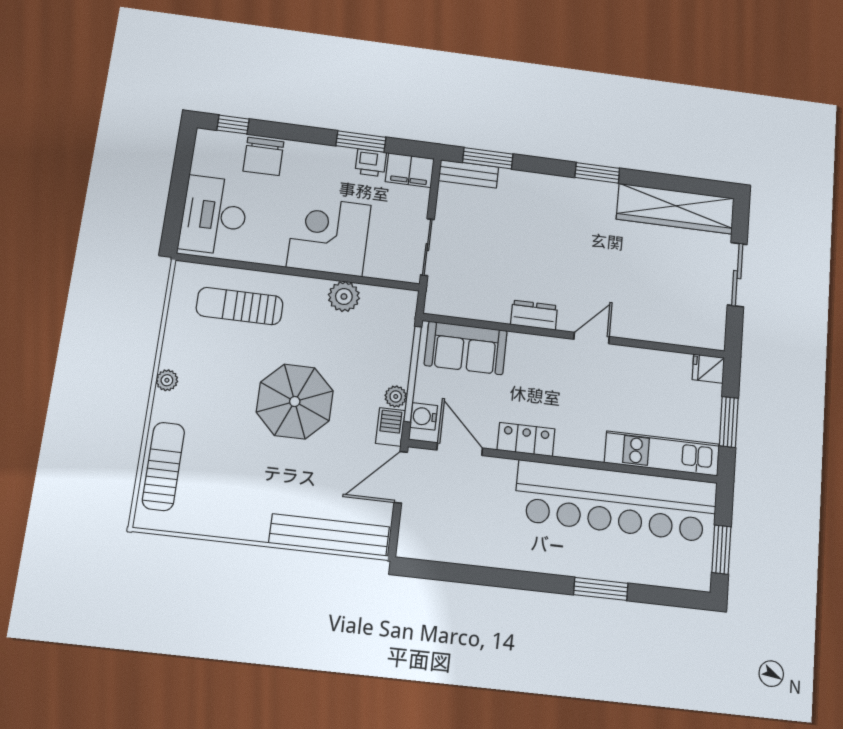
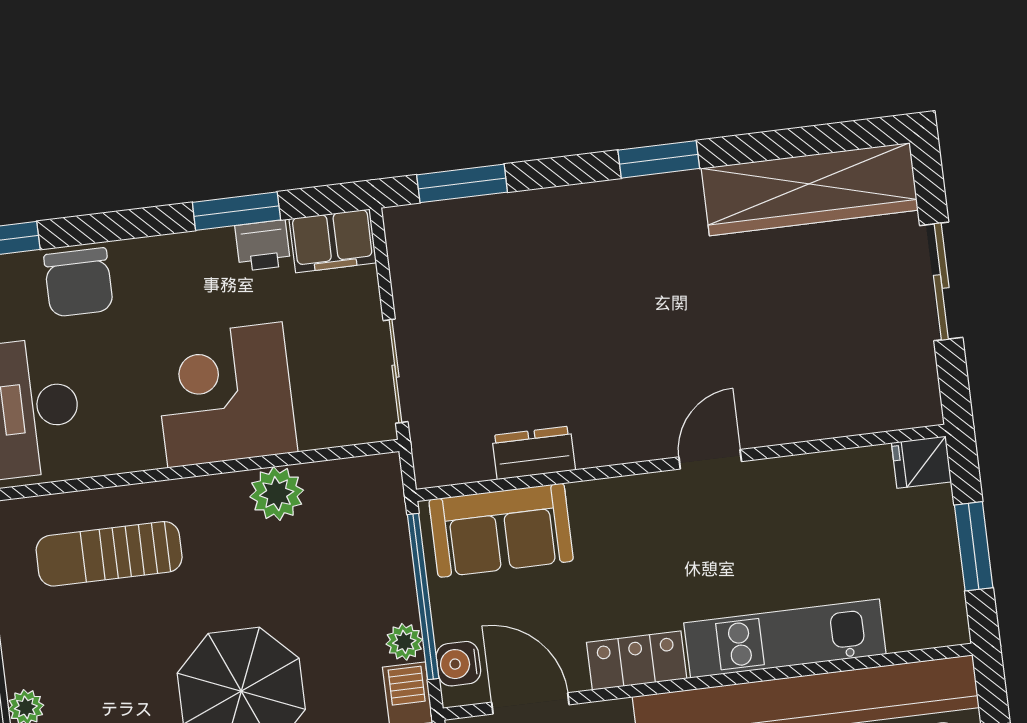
bench: (468, 174) -> (435, 221), removed
dresser: (534, 315) -> (534, 453), moved
kitchen unit: (662, 453) -> (785, 639), moved

